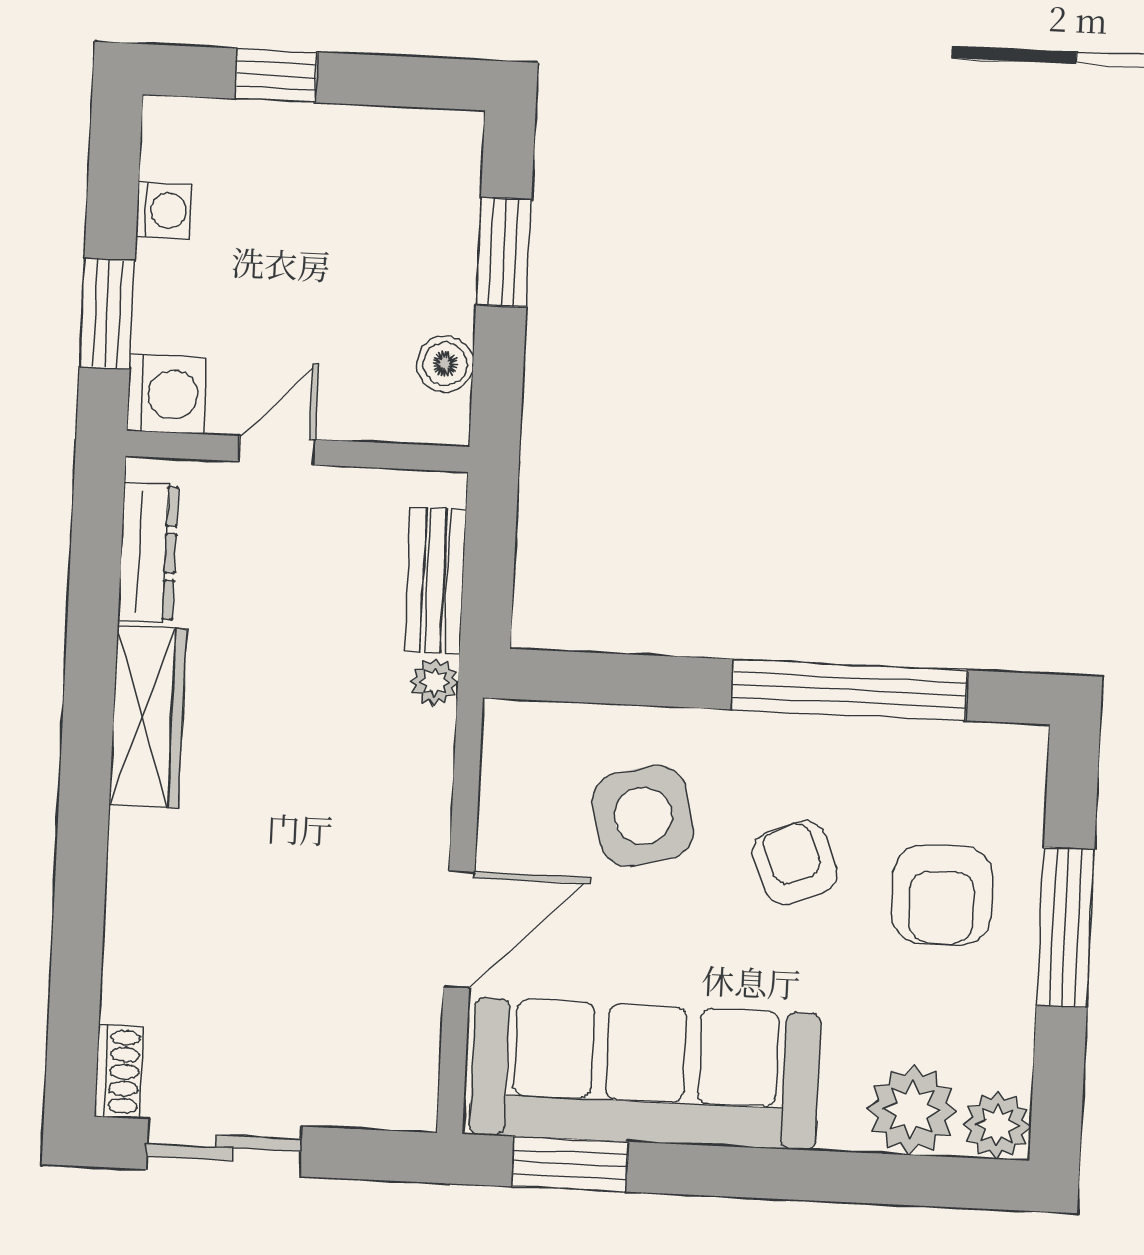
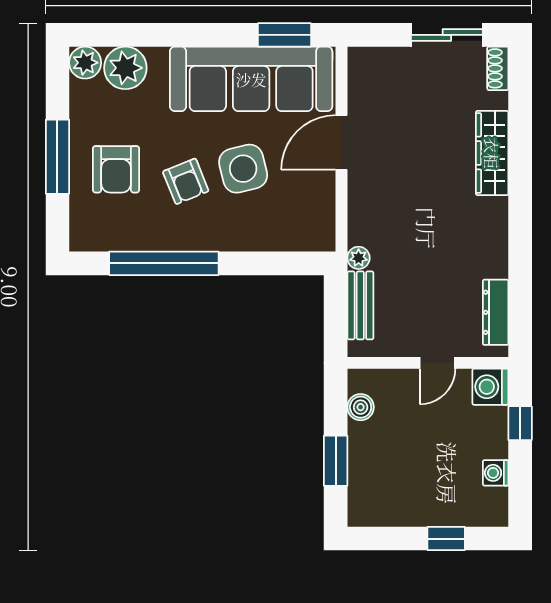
window: (107, 314) -> (520, 423), width x0.67
wardrobe: (148, 717) -> (492, 153), moved
side table: (643, 816) -> (243, 169), moved
armchair: (942, 895) -> (116, 169), turned 180

